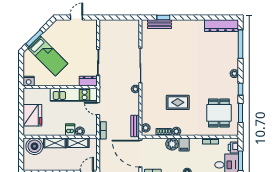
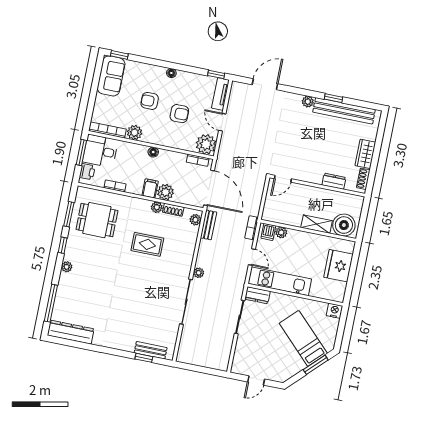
dining table: (219, 113) -> (97, 220), turned 90
dishwasher: (70, 130) -> (268, 232), moved
shelving: (78, 143) -> (287, 218), removed

